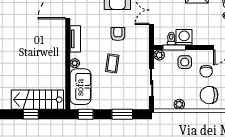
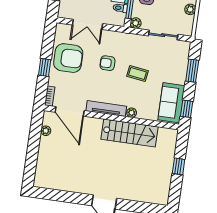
tv unit: (75, 39) -> (106, 109), width x1.41
sofa: (80, 87) -> (171, 103), moved, turned -90
stairs: (37, 100) -> (130, 133), moved, turned -90

